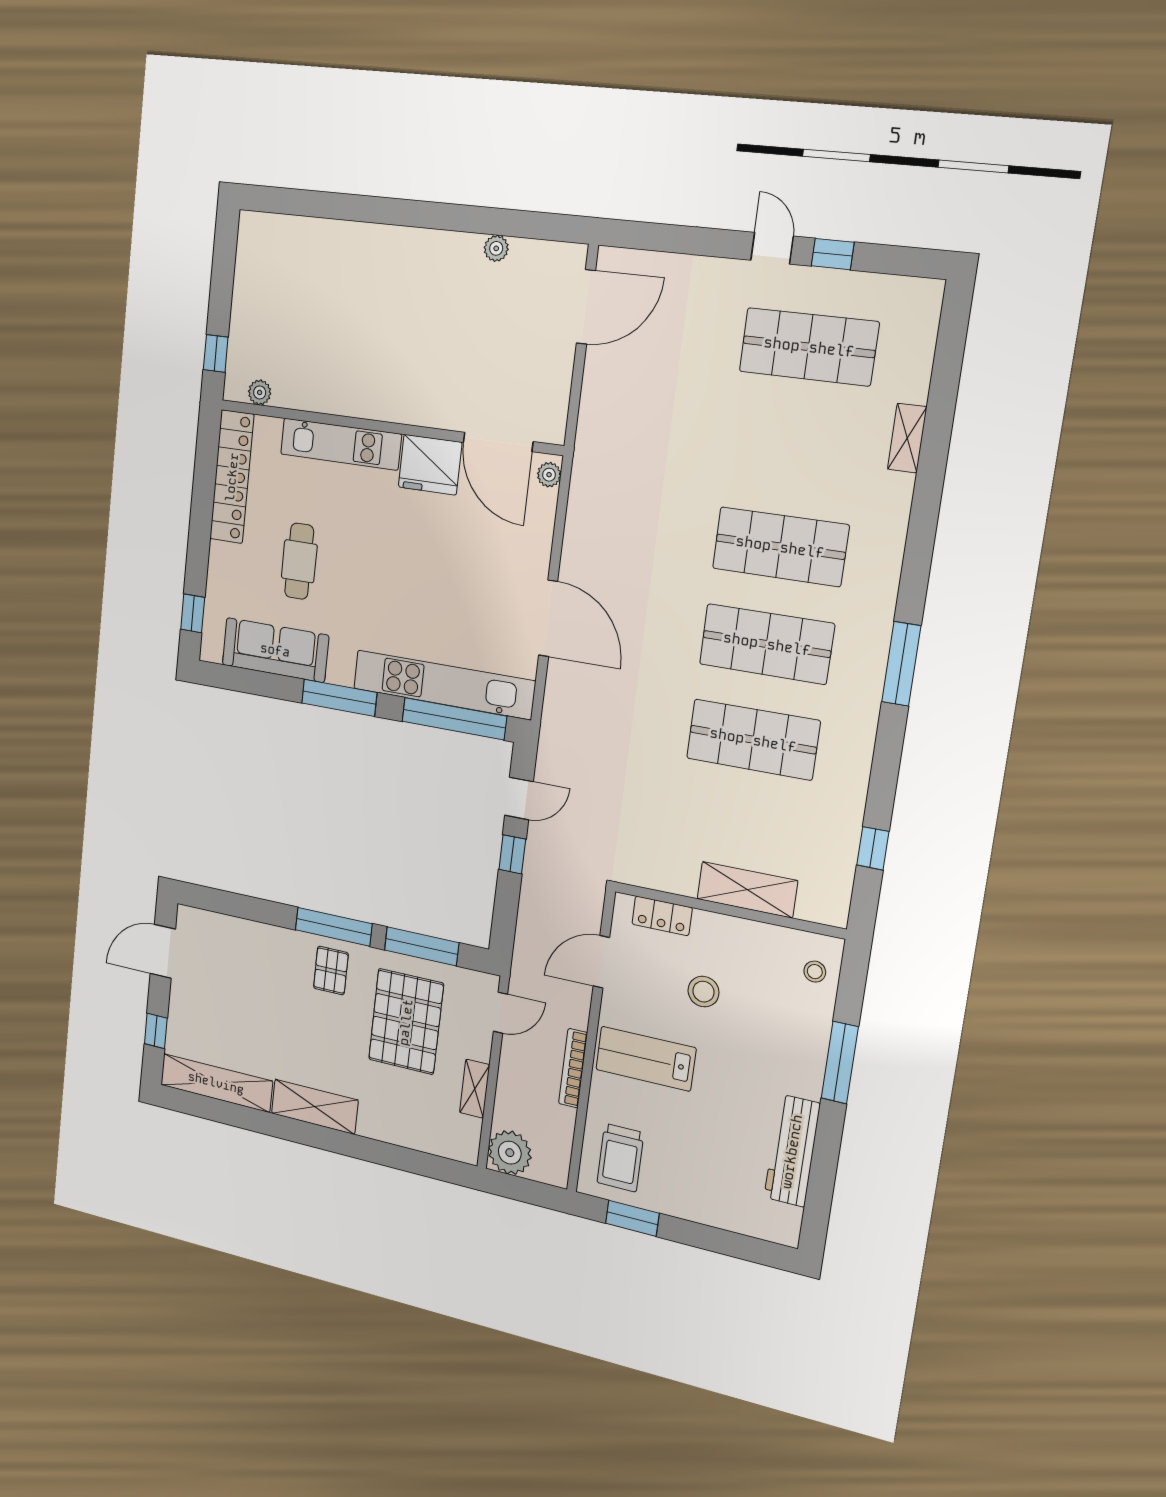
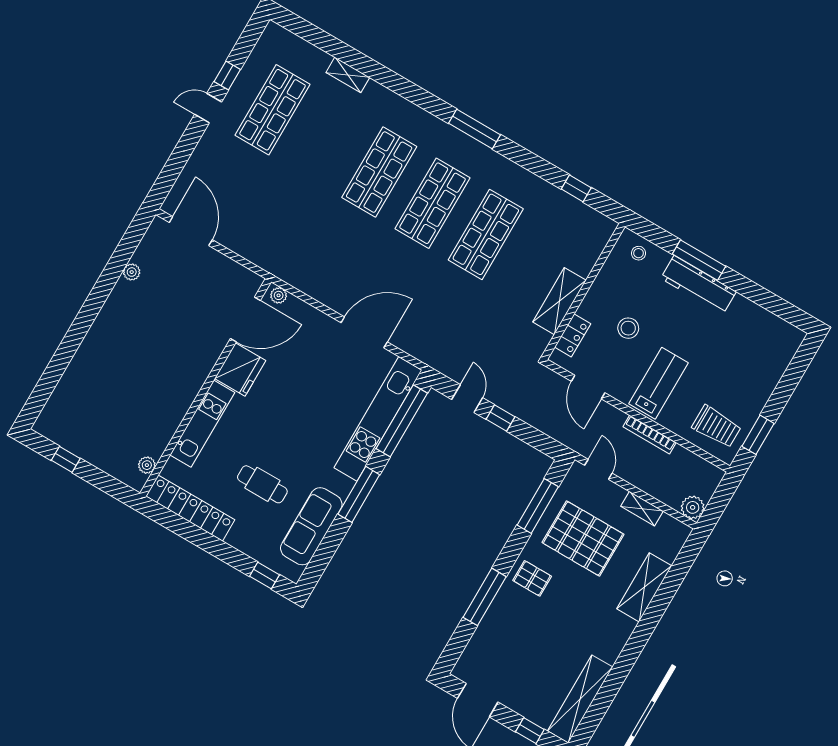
window: (216, 354) -> (66, 459), moved
shelving: (747, 890) -> (559, 301), moved
window: (334, 927) -> (485, 597), moved
lab bench: (646, 1059) -> (658, 383), turned 180
shelving: (315, 1107) -> (644, 587), moved
workbench: (792, 1151) -> (698, 285), moved
plant: (510, 1153) -> (693, 507), width x0.73, depth x0.73

